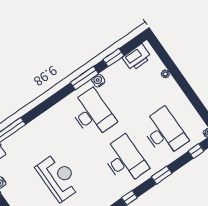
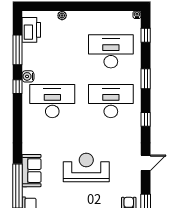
window: (114, 58) -> (18, 50), width x1.44
window: (84, 78) -> (18, 87), width x0.46
sofa: (26, 136) -> (32, 171), added

